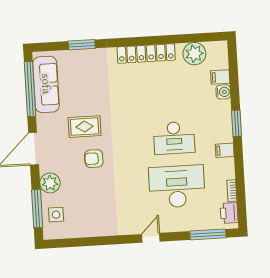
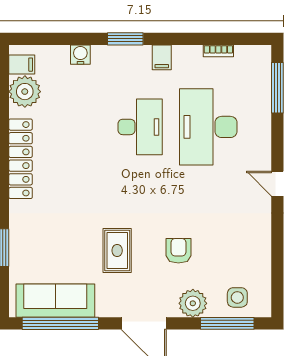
filing cabinet: (220, 77) -> (22, 65), moved, turned -90
armchair: (94, 159) -> (178, 251), moved, turned 180
printer: (229, 213) -> (249, 56), removed
door: (151, 238) -> (277, 184), moved

